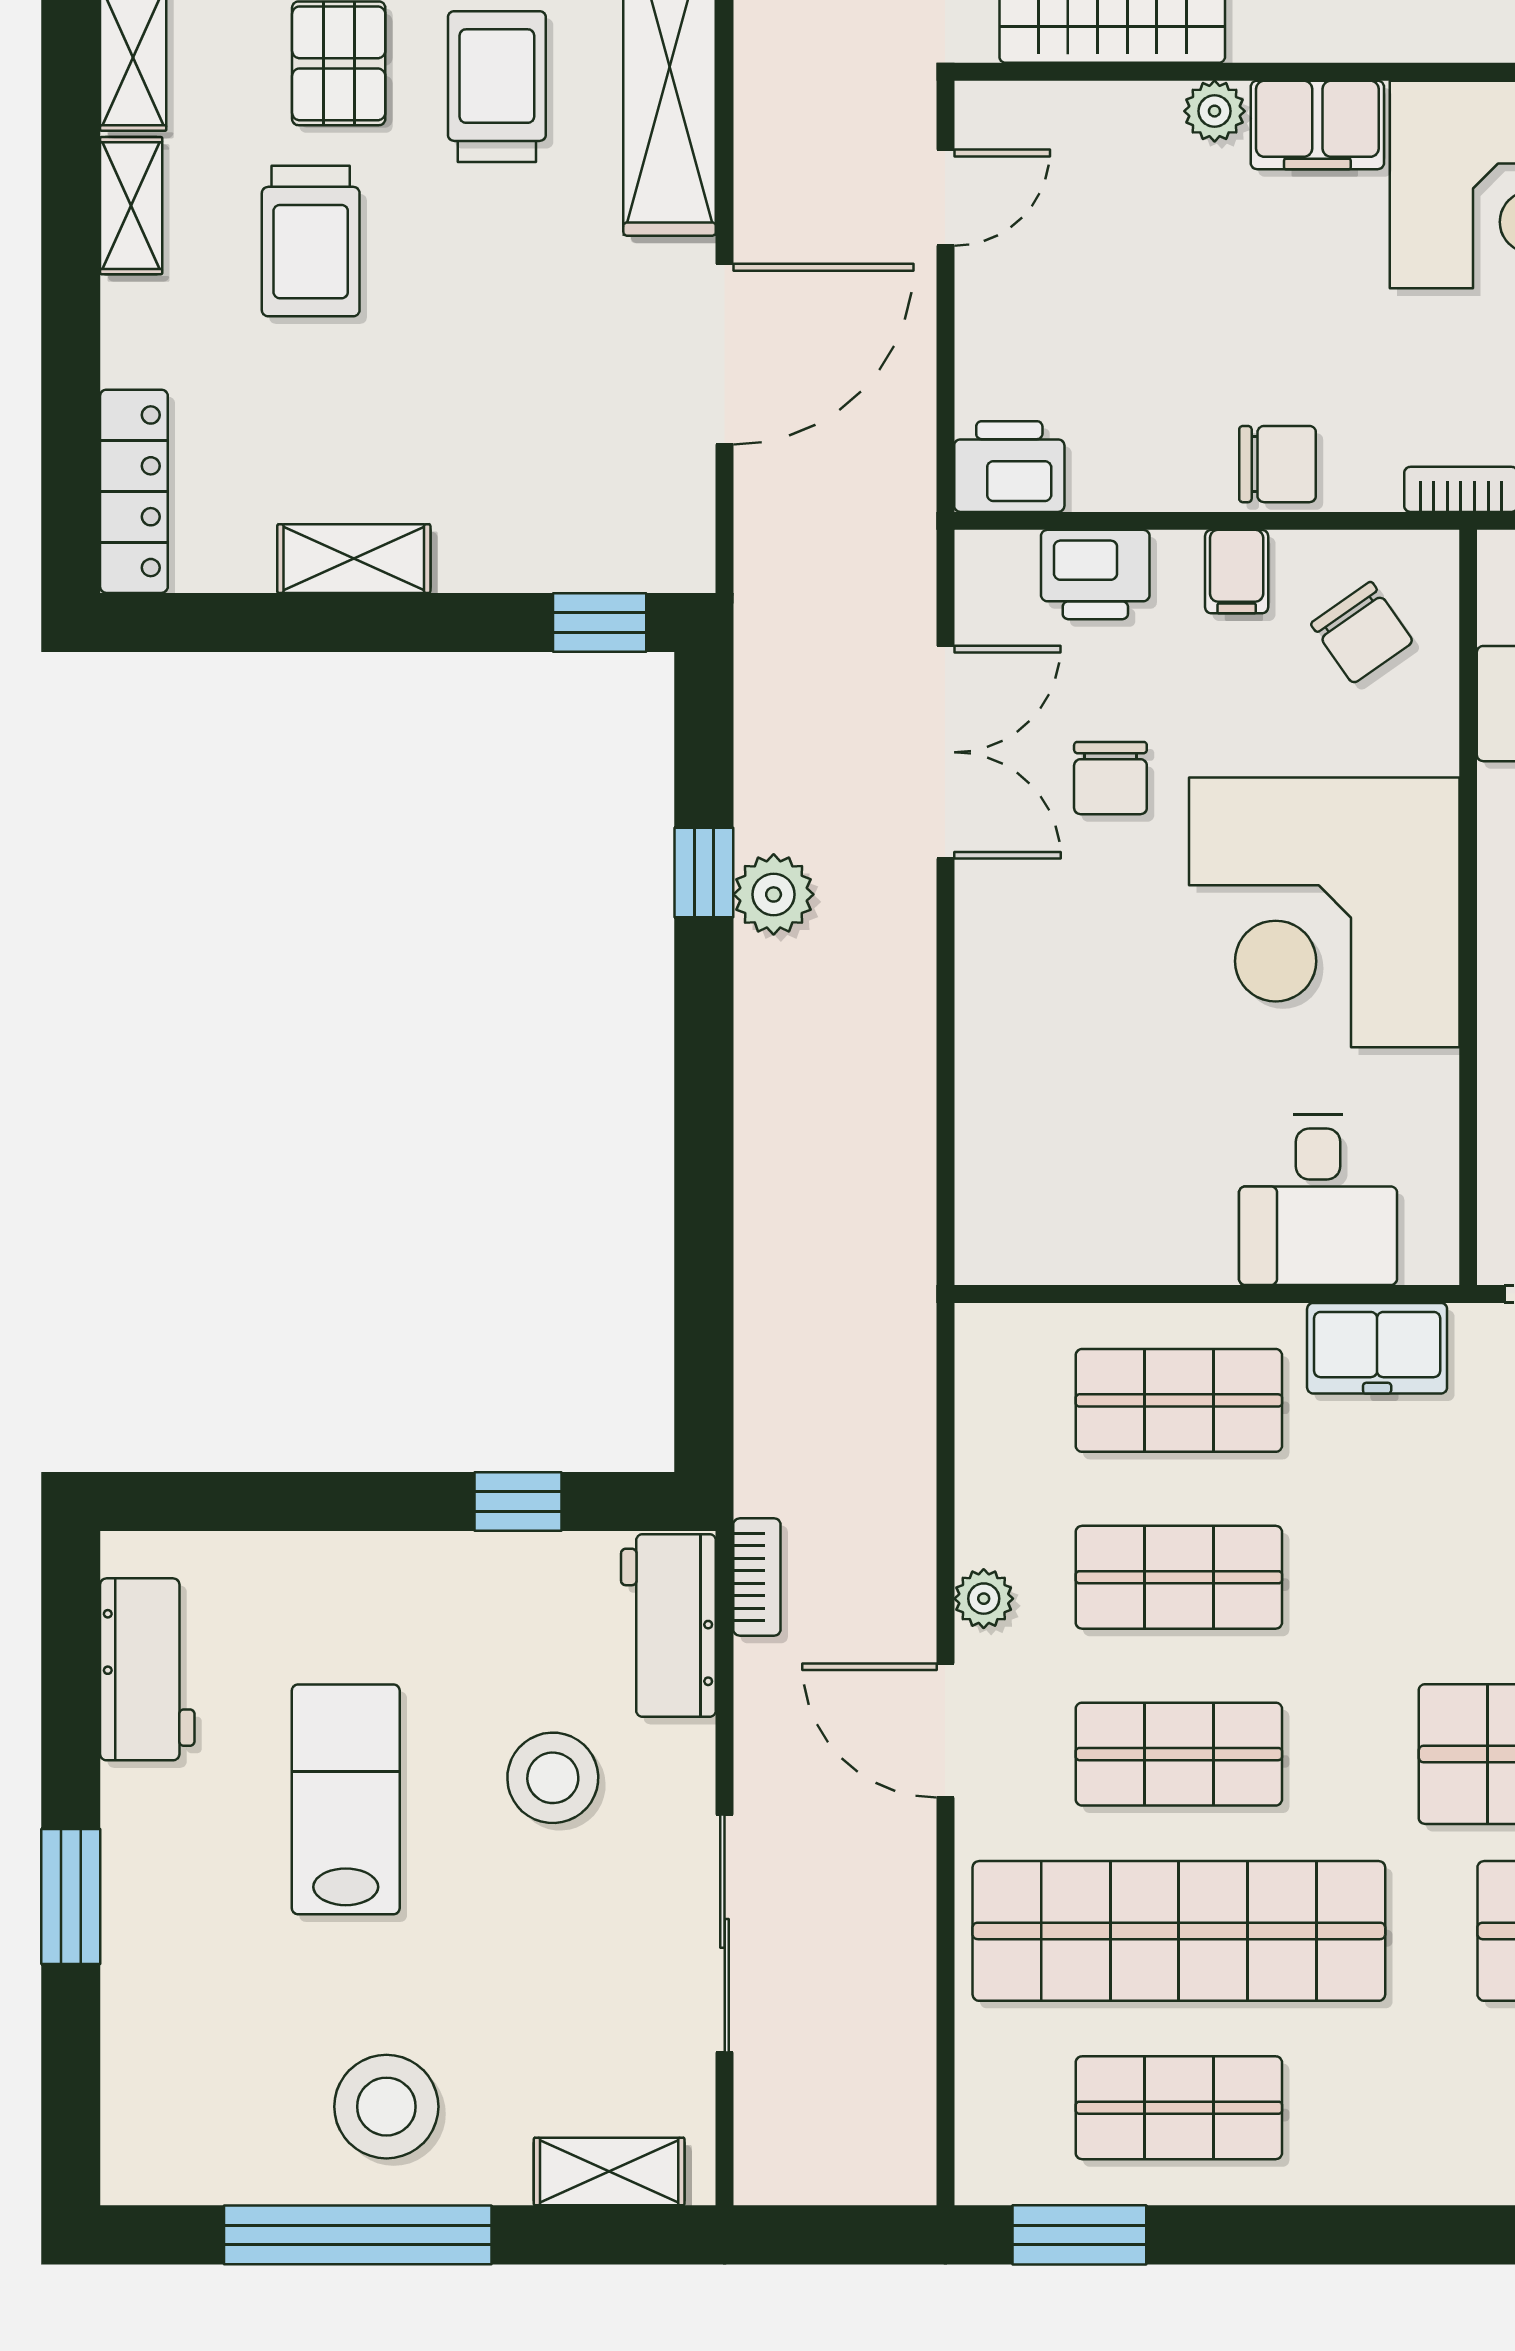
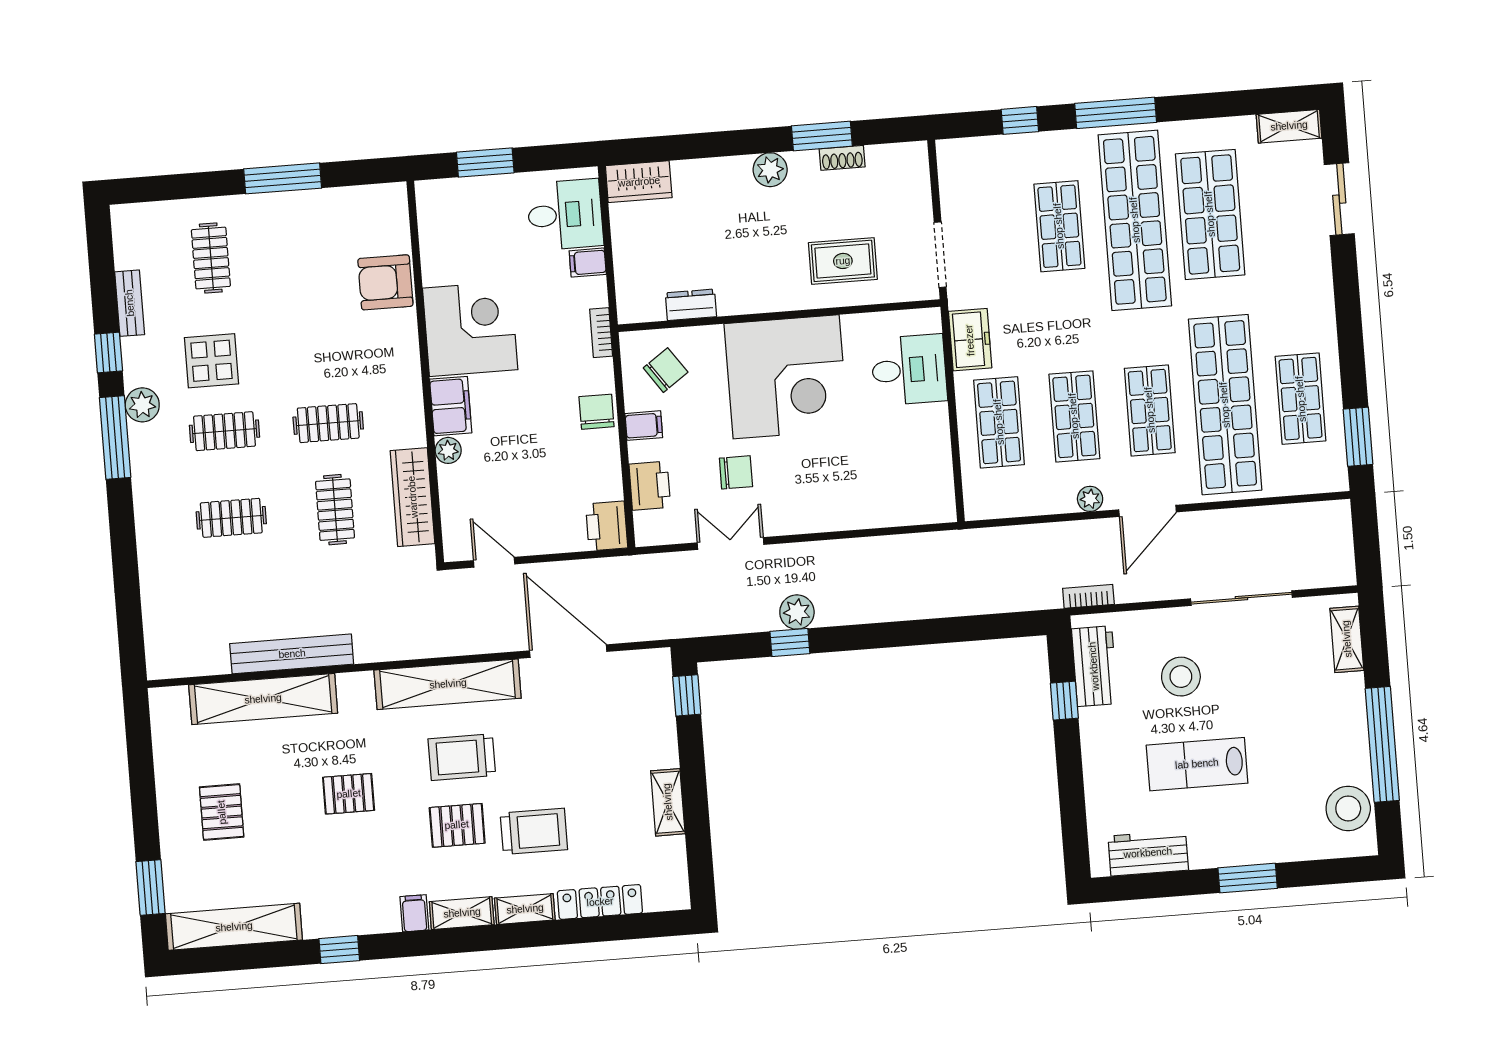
locker: (134, 491) -> (600, 902), moved
double door: (945, 752) -> (730, 544), width x0.73
workbench: (668, 1625) -> (1094, 666), moved, turned -90
stool: (386, 2107) -> (1348, 808), moved

